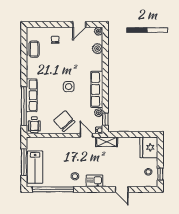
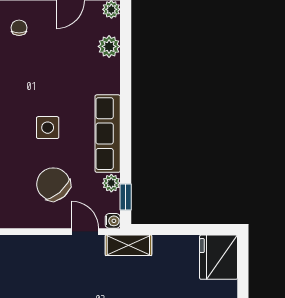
chair: (64, 121) -> (53, 184), moved

